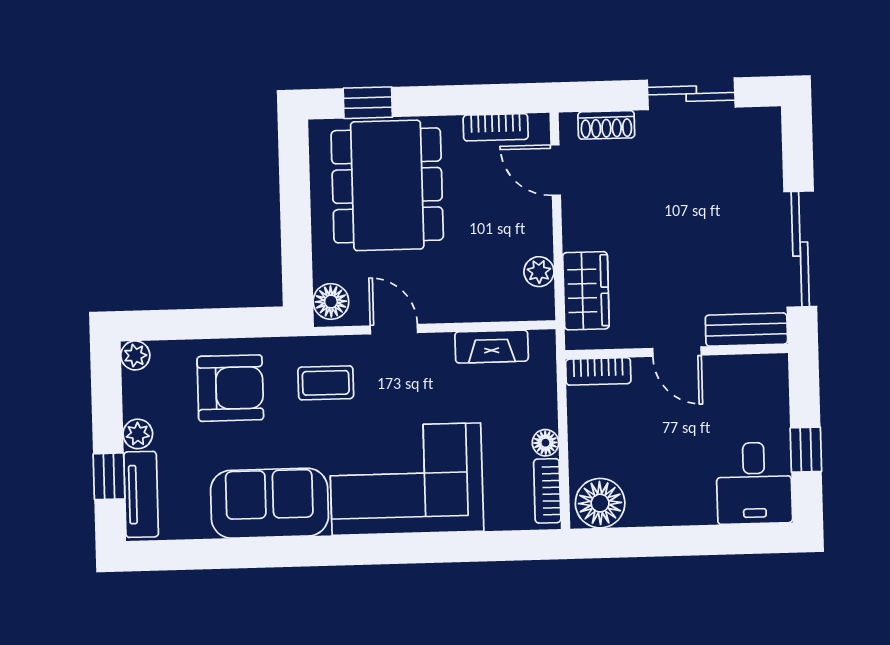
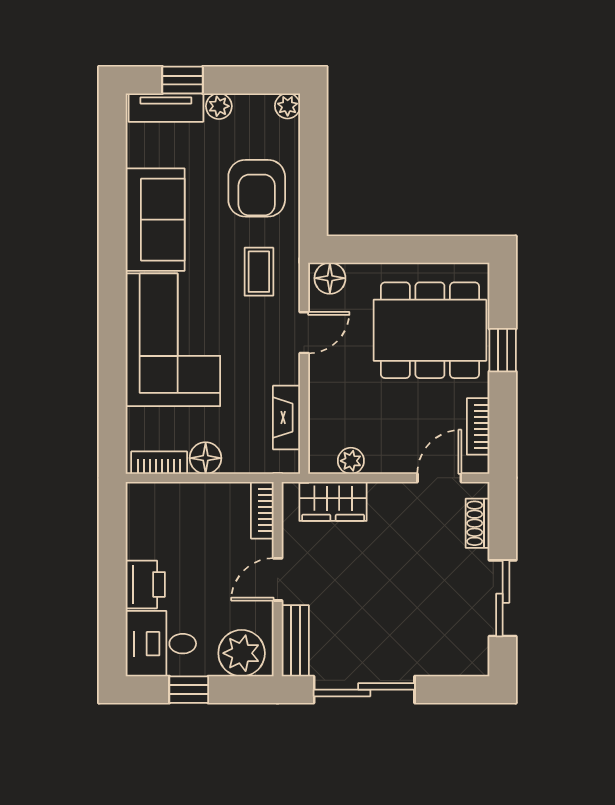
window: (368, 103) -> (503, 350), moved
plant: (762, 390) -> (242, 653), added
floor lamp: (545, 443) -> (206, 458), width x1.37, depth x1.37
floor lamp: (600, 503) -> (147, 509), removed
printer: (687, 503) -> (145, 584), added

